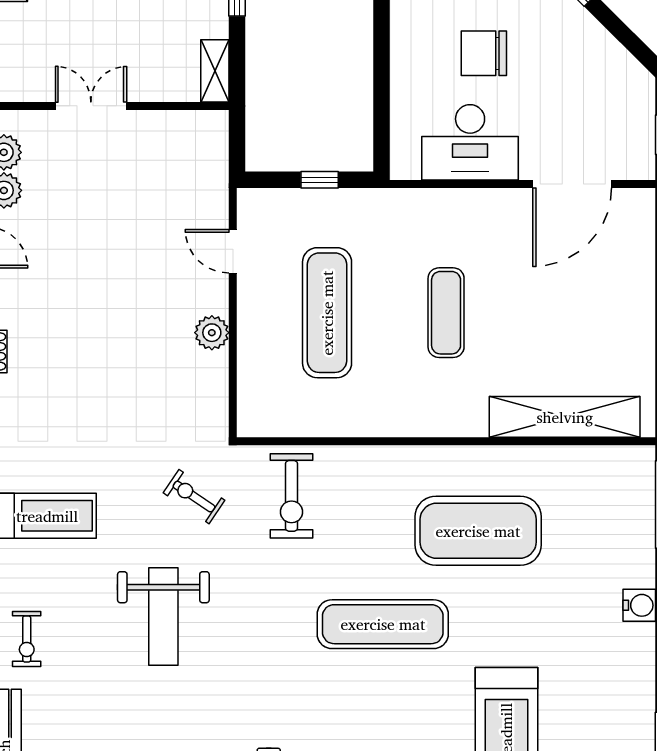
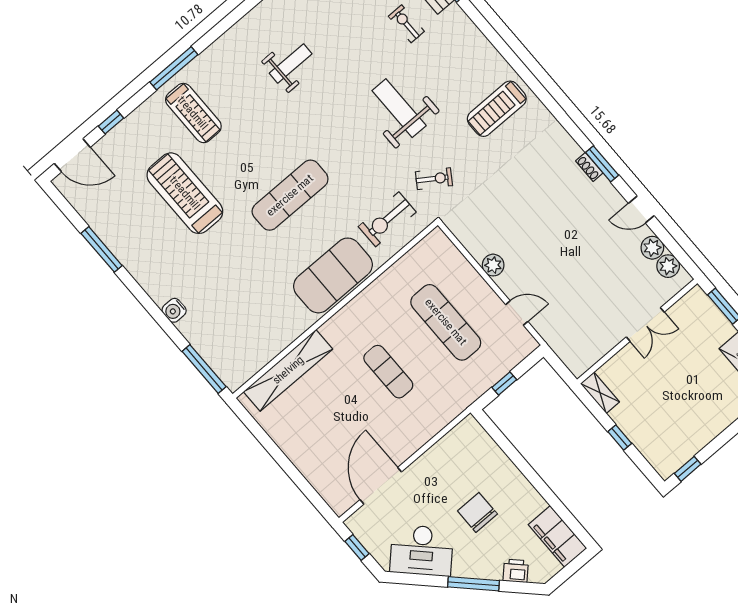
chair: (484, 53) -> (477, 512), turned -90
desk: (470, 142) -> (422, 550), moved, turned -135
exercise bike: (292, 496) -> (387, 219), turned -90
exercise mat: (478, 531) -> (333, 275), moved
exercise bike: (27, 639) -> (406, 24), moved

